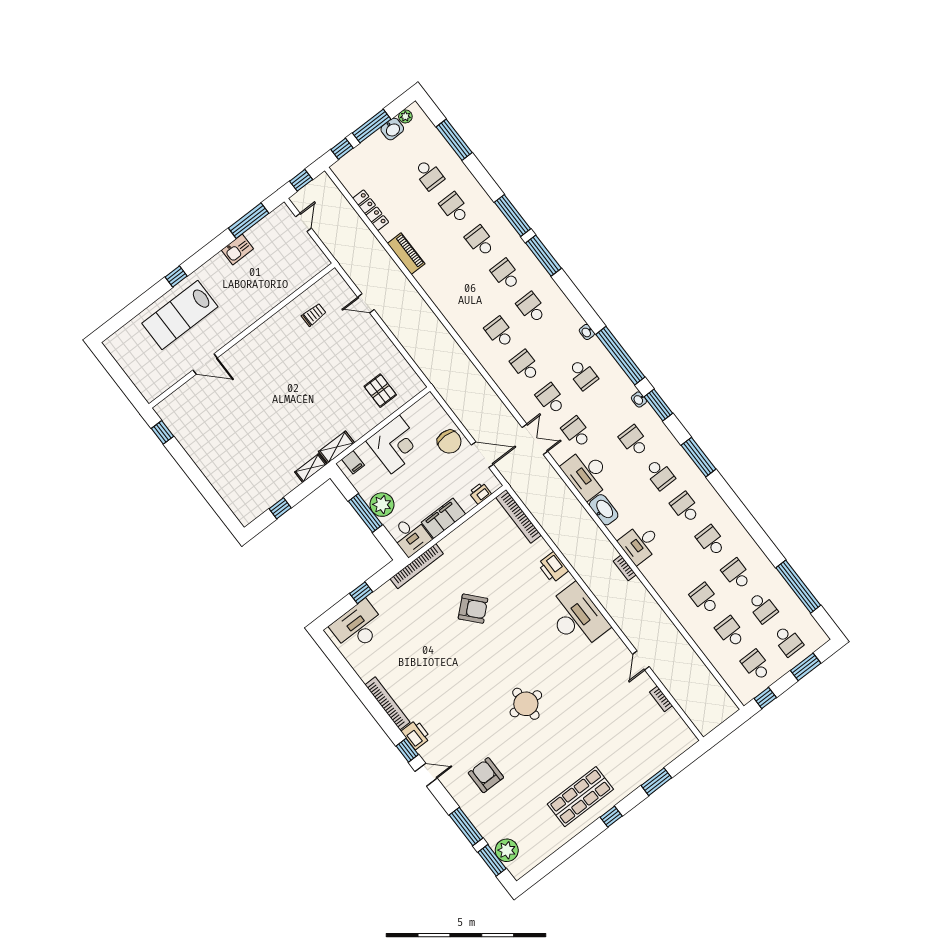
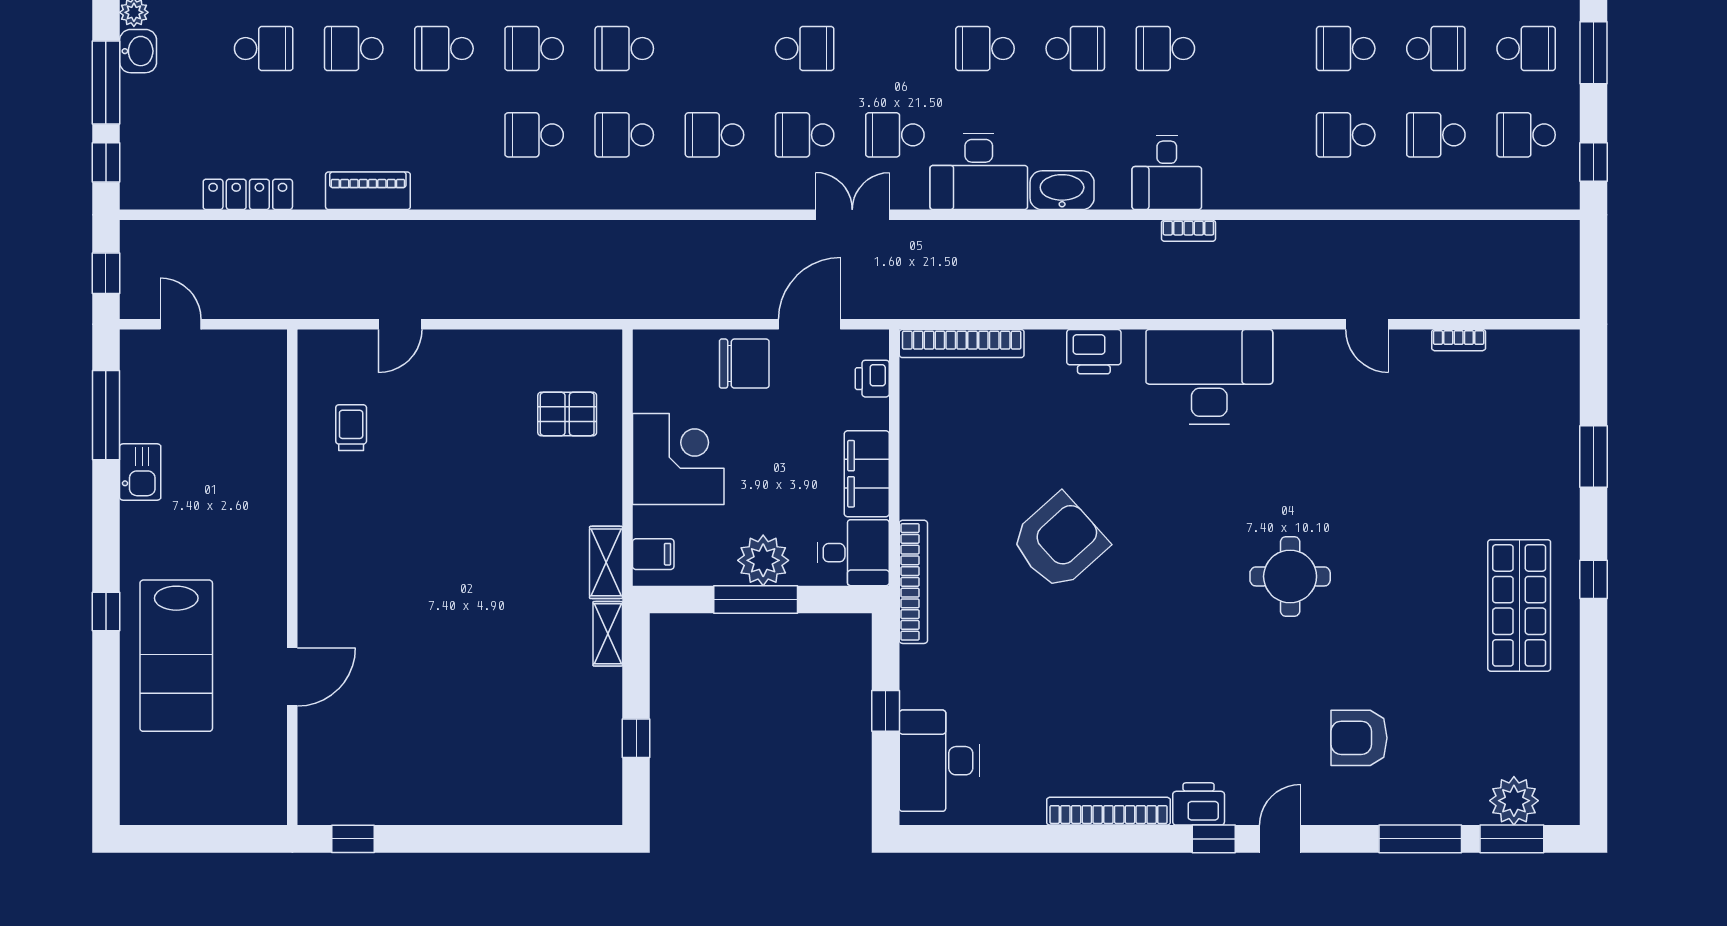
school desk: (711, 541) -> (534, 135), moved
armchair: (473, 609) -> (1059, 542), width x1.36, depth x1.36

